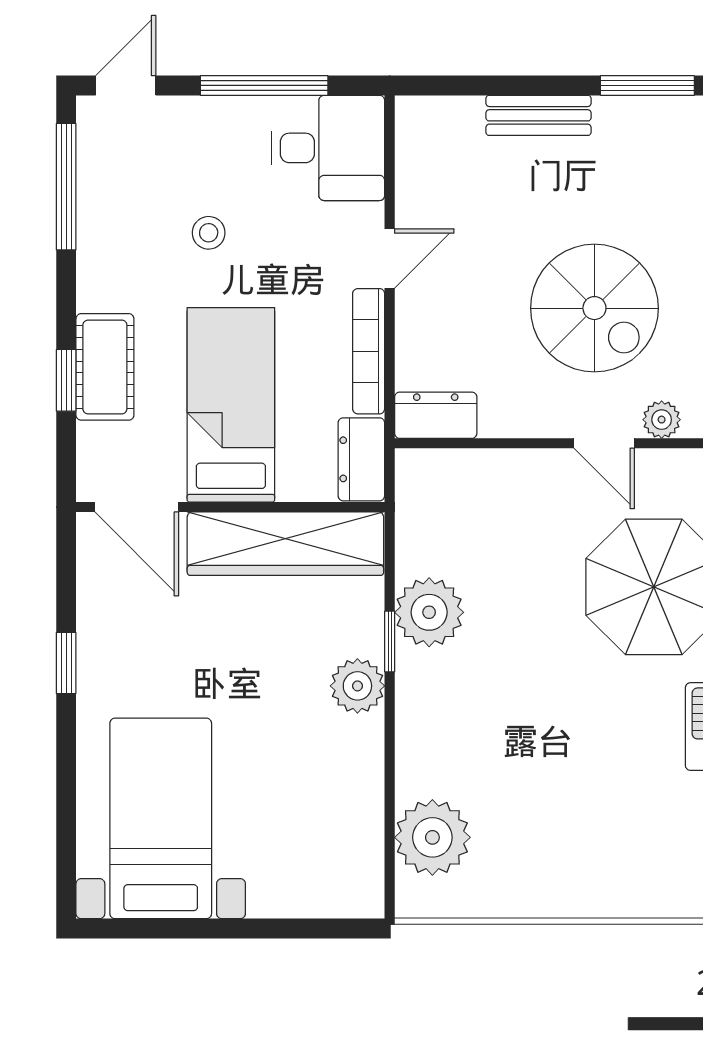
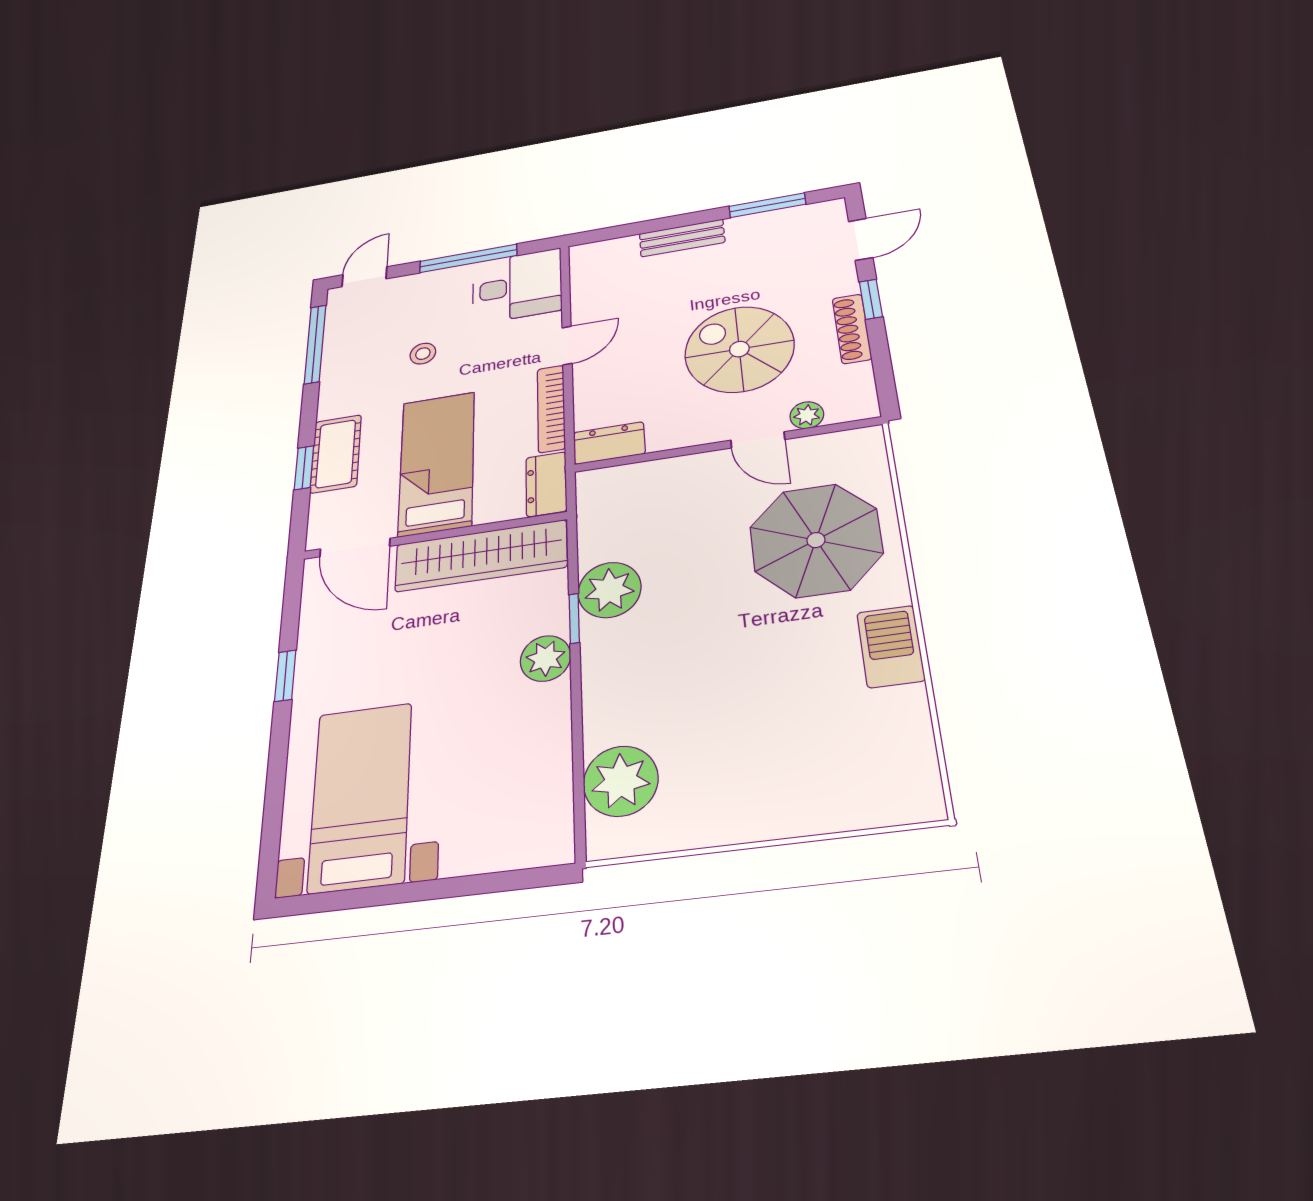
spiral stairs: (594, 308) -> (739, 349), turned 180

